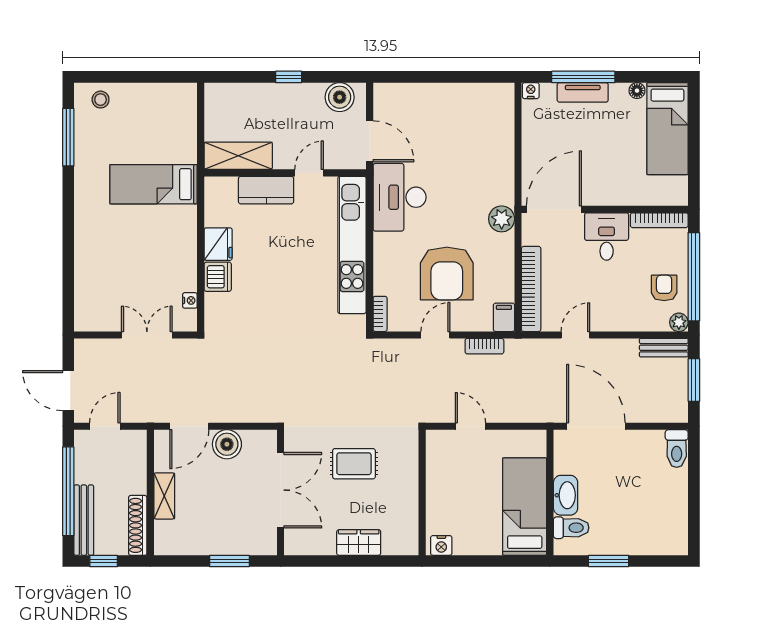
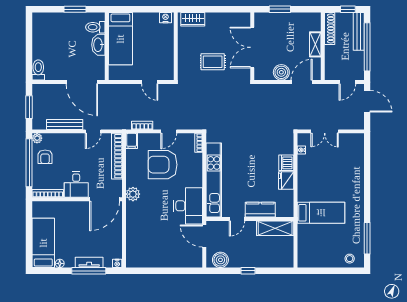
armchair: (447, 273) -> (163, 165), turned -90
bench: (664, 348) -> (65, 124), moved, width x1.36
wardrobe: (359, 543) -> (193, 19), moved

